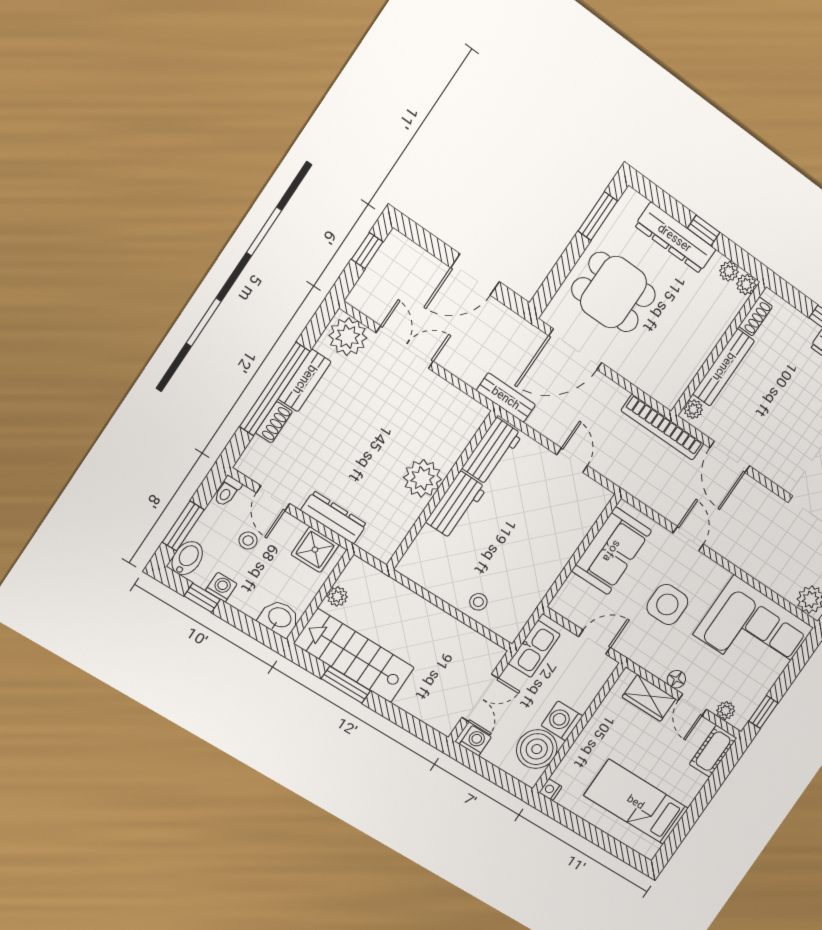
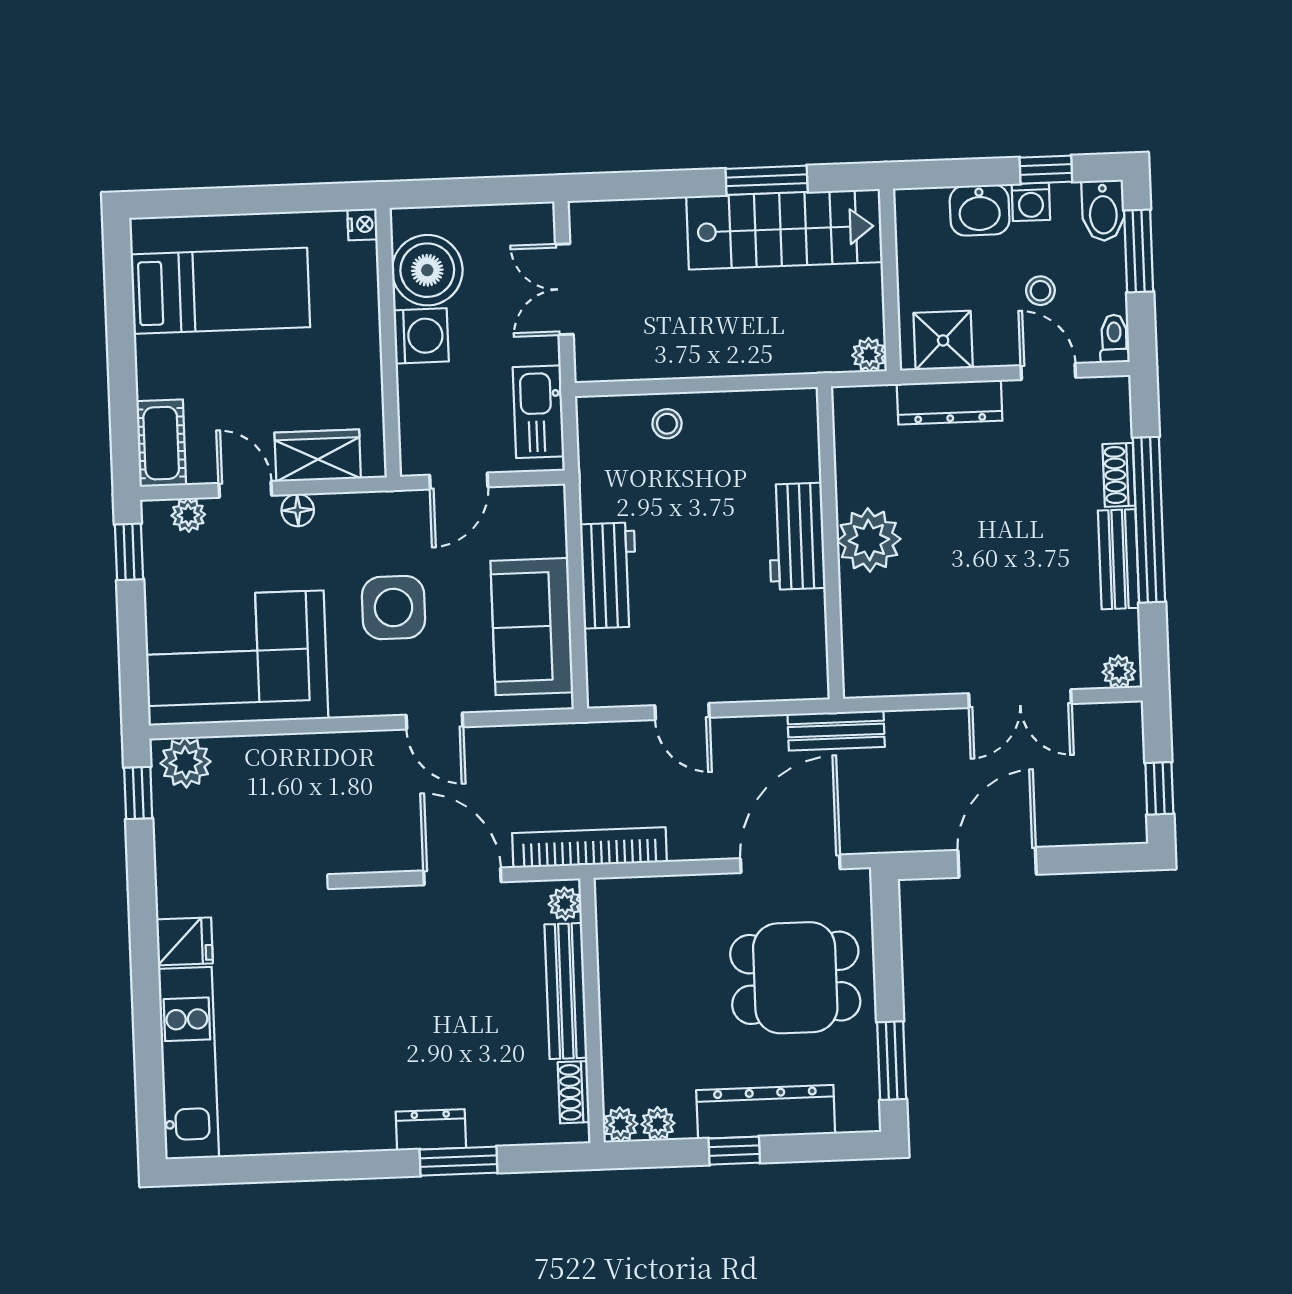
plant: (348, 337) -> (1119, 672), width x0.53, depth x0.53
workbench: (492, 452) -> (609, 575), moved, turned 180
plant: (337, 596) -> (869, 355), moved
washbasin: (279, 618) -> (980, 210), moved
washing machine: (475, 741) -> (525, 223), removed

